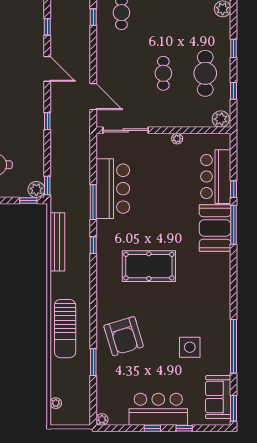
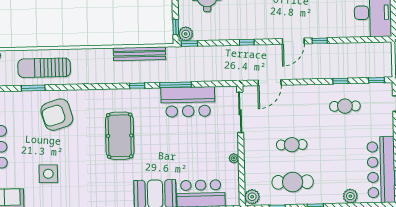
window: (47, 27) -> (320, 41), moved
sun lounger: (65, 329) -> (44, 68), moved

